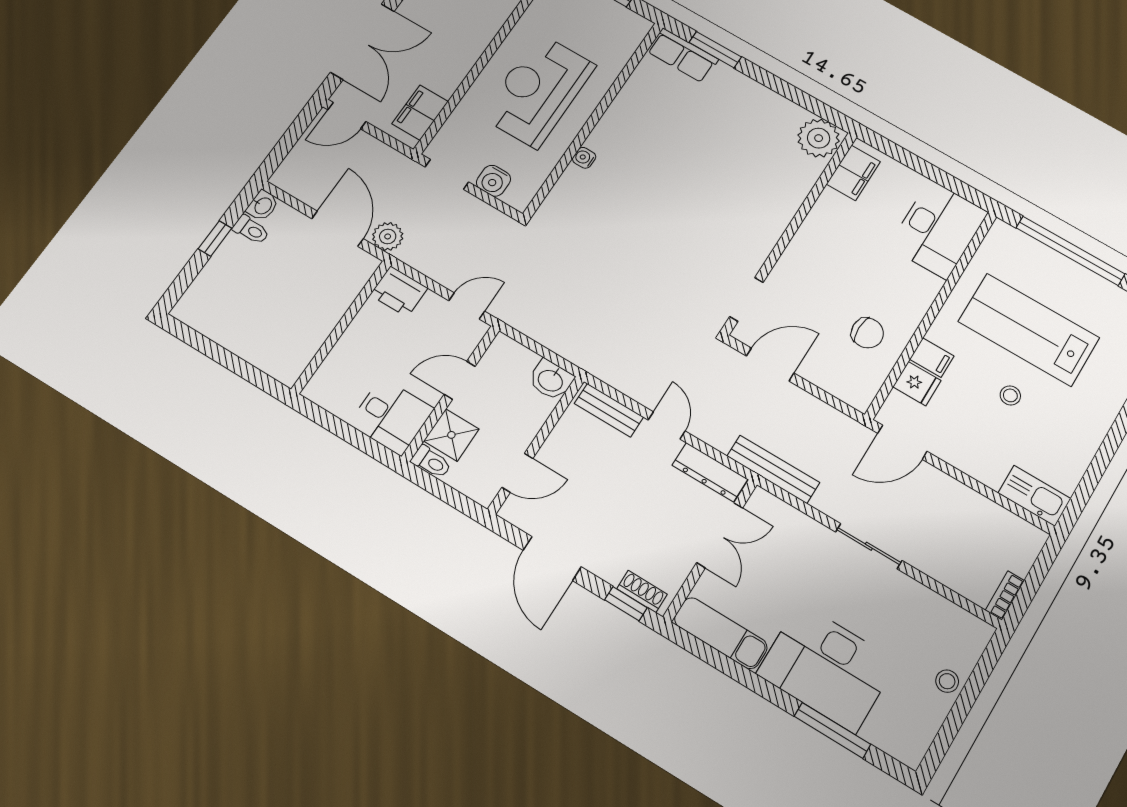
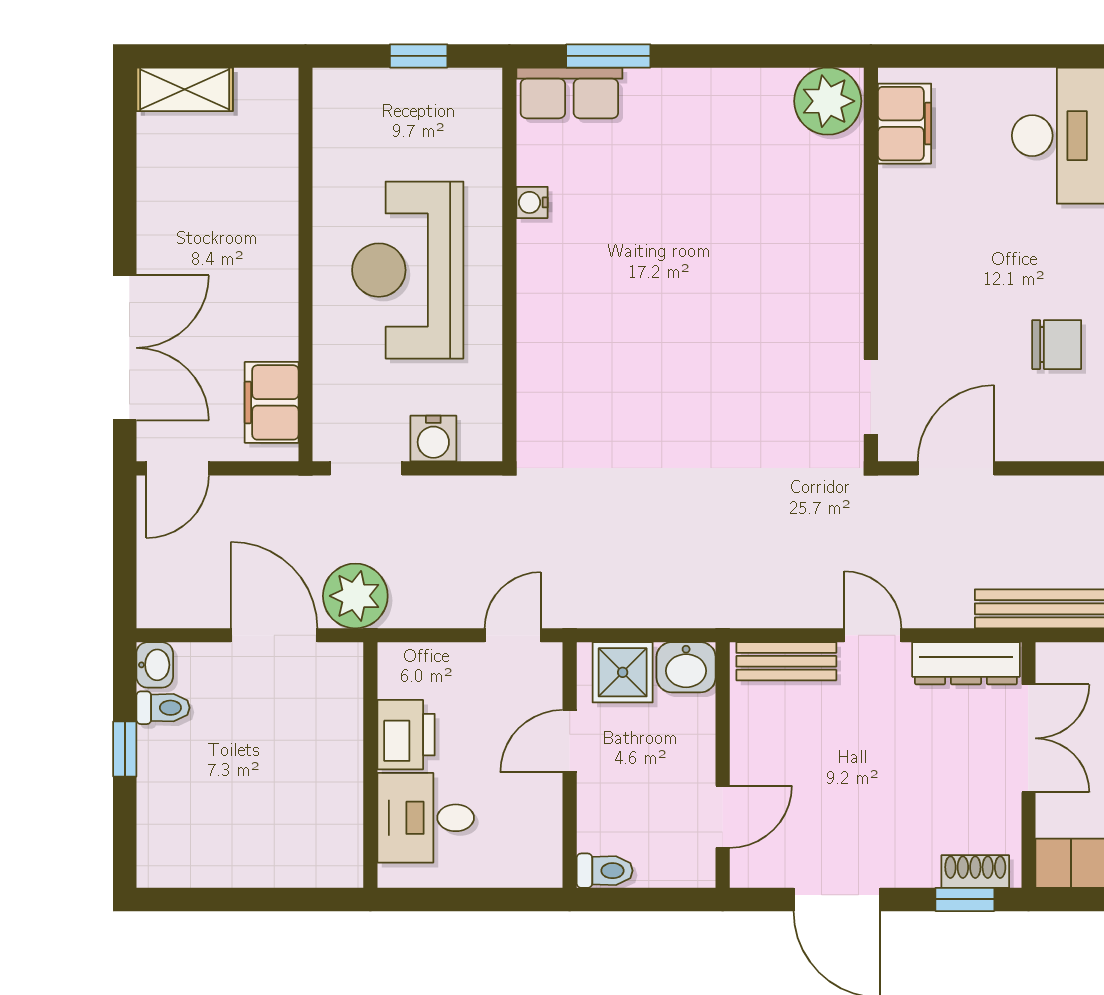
water cooler: (584, 158) -> (532, 202), moved
plant: (388, 236) -> (355, 596), width x1.36, depth x1.36
printer: (399, 291) -> (406, 735), moved, turned -90
desk: (391, 416) -> (426, 818), moved, turned 180
shower: (451, 435) -> (623, 672), moved

